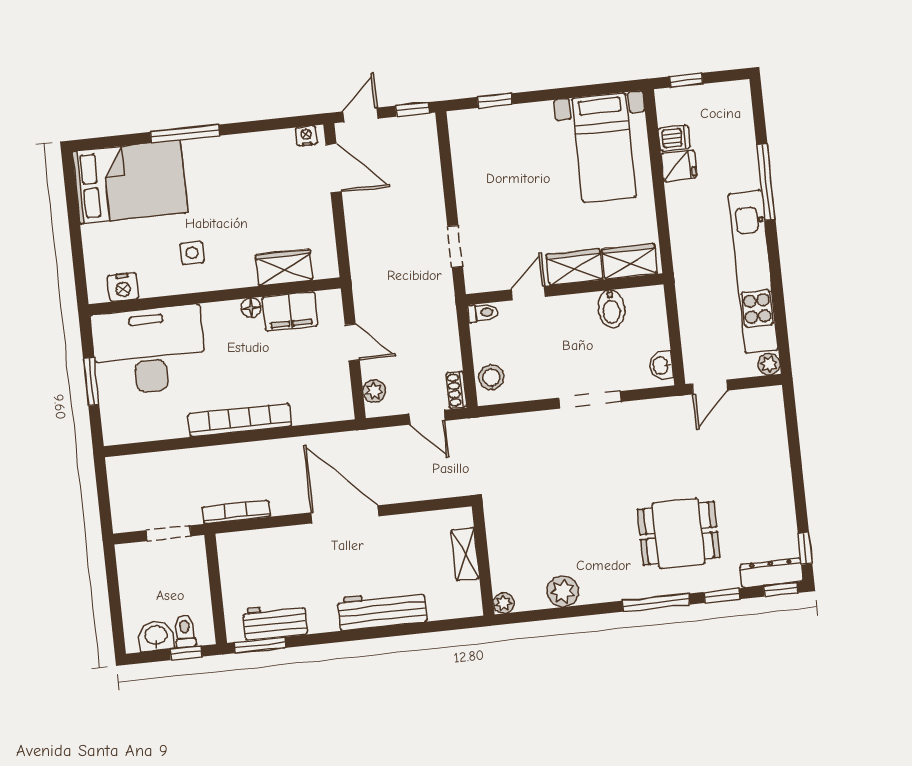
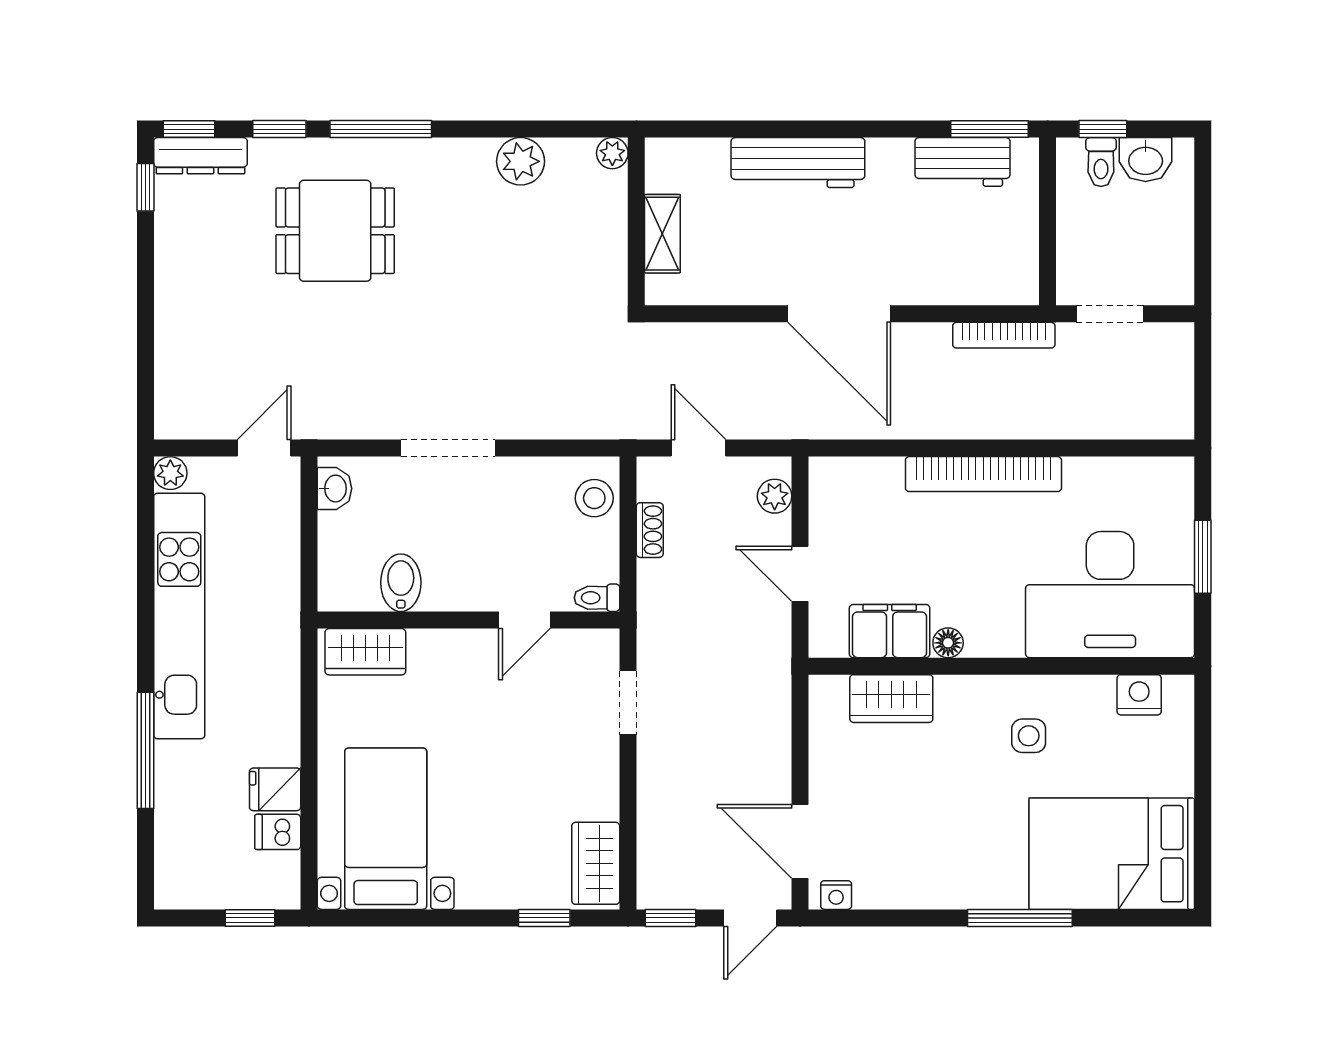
wardrobe: (574, 267) -> (596, 863), moved, turned 90
shoe rack: (456, 390) -> (650, 530), moved

